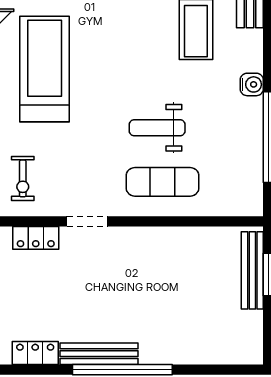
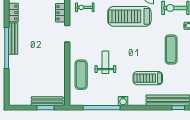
treadmill: (45, 69) -> (129, 16), turned 180
exercise mat: (162, 182) -> (81, 75), moved

